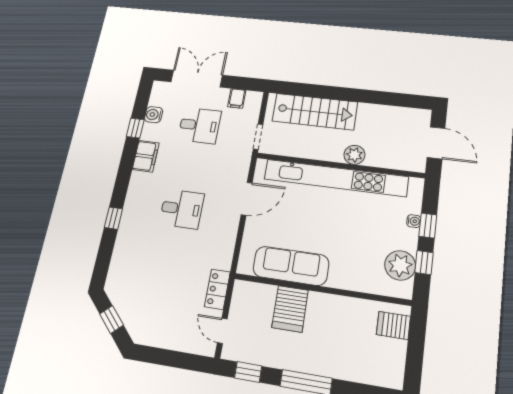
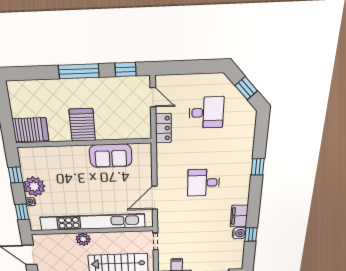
water cooler: (154, 115) -> (239, 233), moved
desk: (199, 125) -> (206, 113), moved, turned 180
window: (428, 226) -> (22, 212), moved
plant: (400, 265) -> (34, 186), moved
sofa: (291, 266) -> (111, 156), width x0.73
server rack: (290, 309) -> (82, 125), moved
server rack: (393, 325) -> (31, 130), width x1.36, depth x1.44

